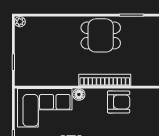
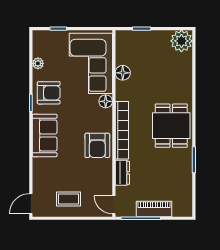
plant: (20, 22) -> (181, 41), width x1.88, depth x1.88
floor lamp: (53, 79) -> (123, 73), added
dresser: (143, 79) -> (122, 173), added

